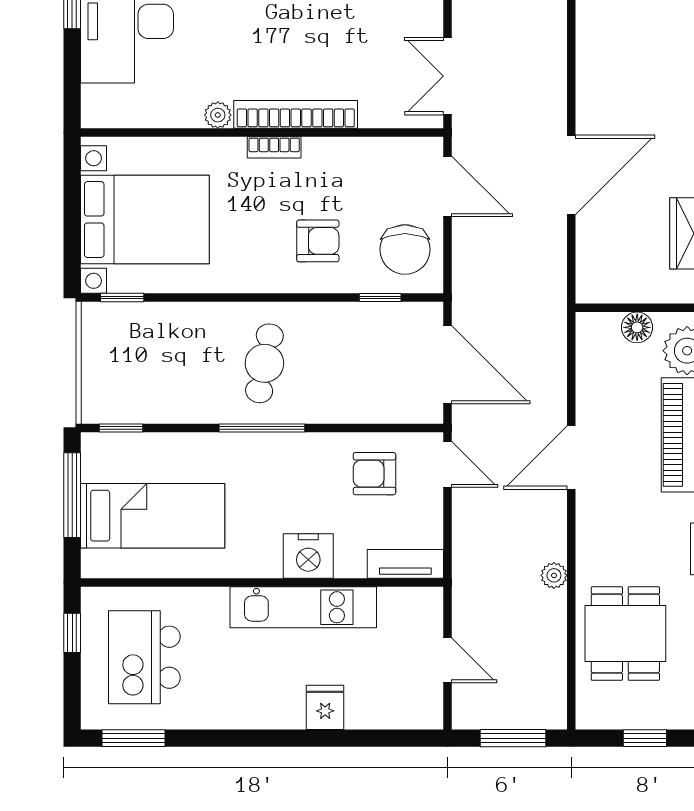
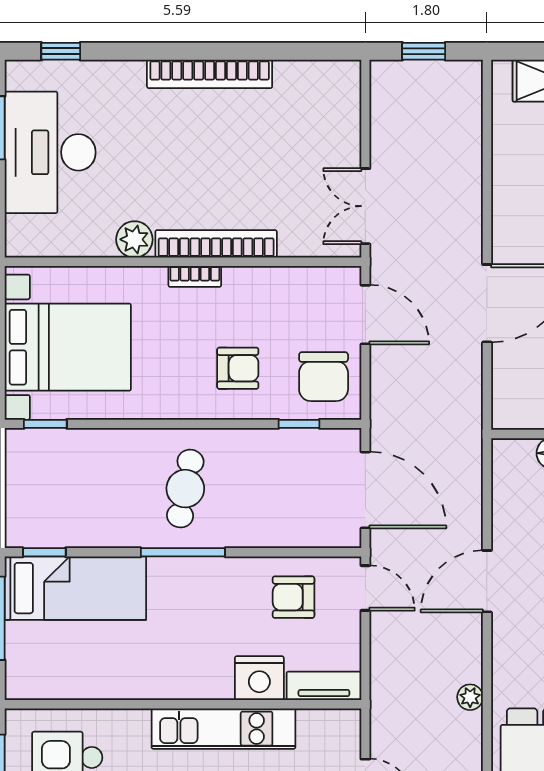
plant: (218, 115) -> (134, 239), width x1.38, depth x1.38
bed: (153, 516) -> (75, 588), moved
nightstand: (308, 556) -> (259, 678), moved

